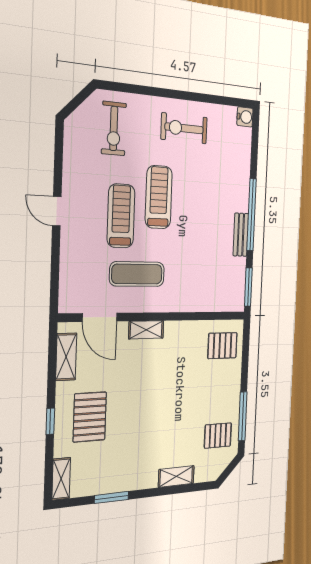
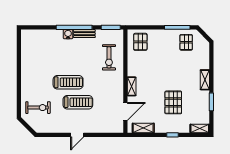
water cooler: (245, 117) -> (68, 34), moved
exercise bike: (184, 128) -> (109, 57), moved
treadmill: (159, 197) -> (68, 82), turned 180
treadmill: (121, 216) -> (78, 102), turned 180
exercise mat: (137, 274) -> (105, 93), removed
pallet: (90, 417) -> (173, 102), moved, turned 90
shelving: (176, 476) -> (205, 80), moved

